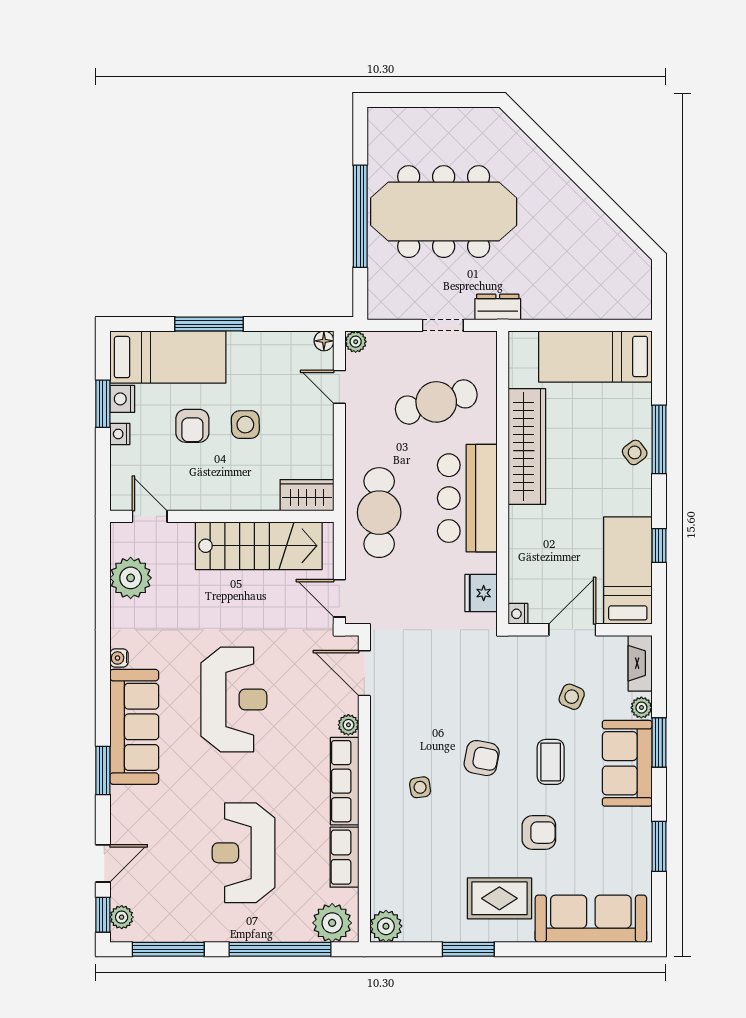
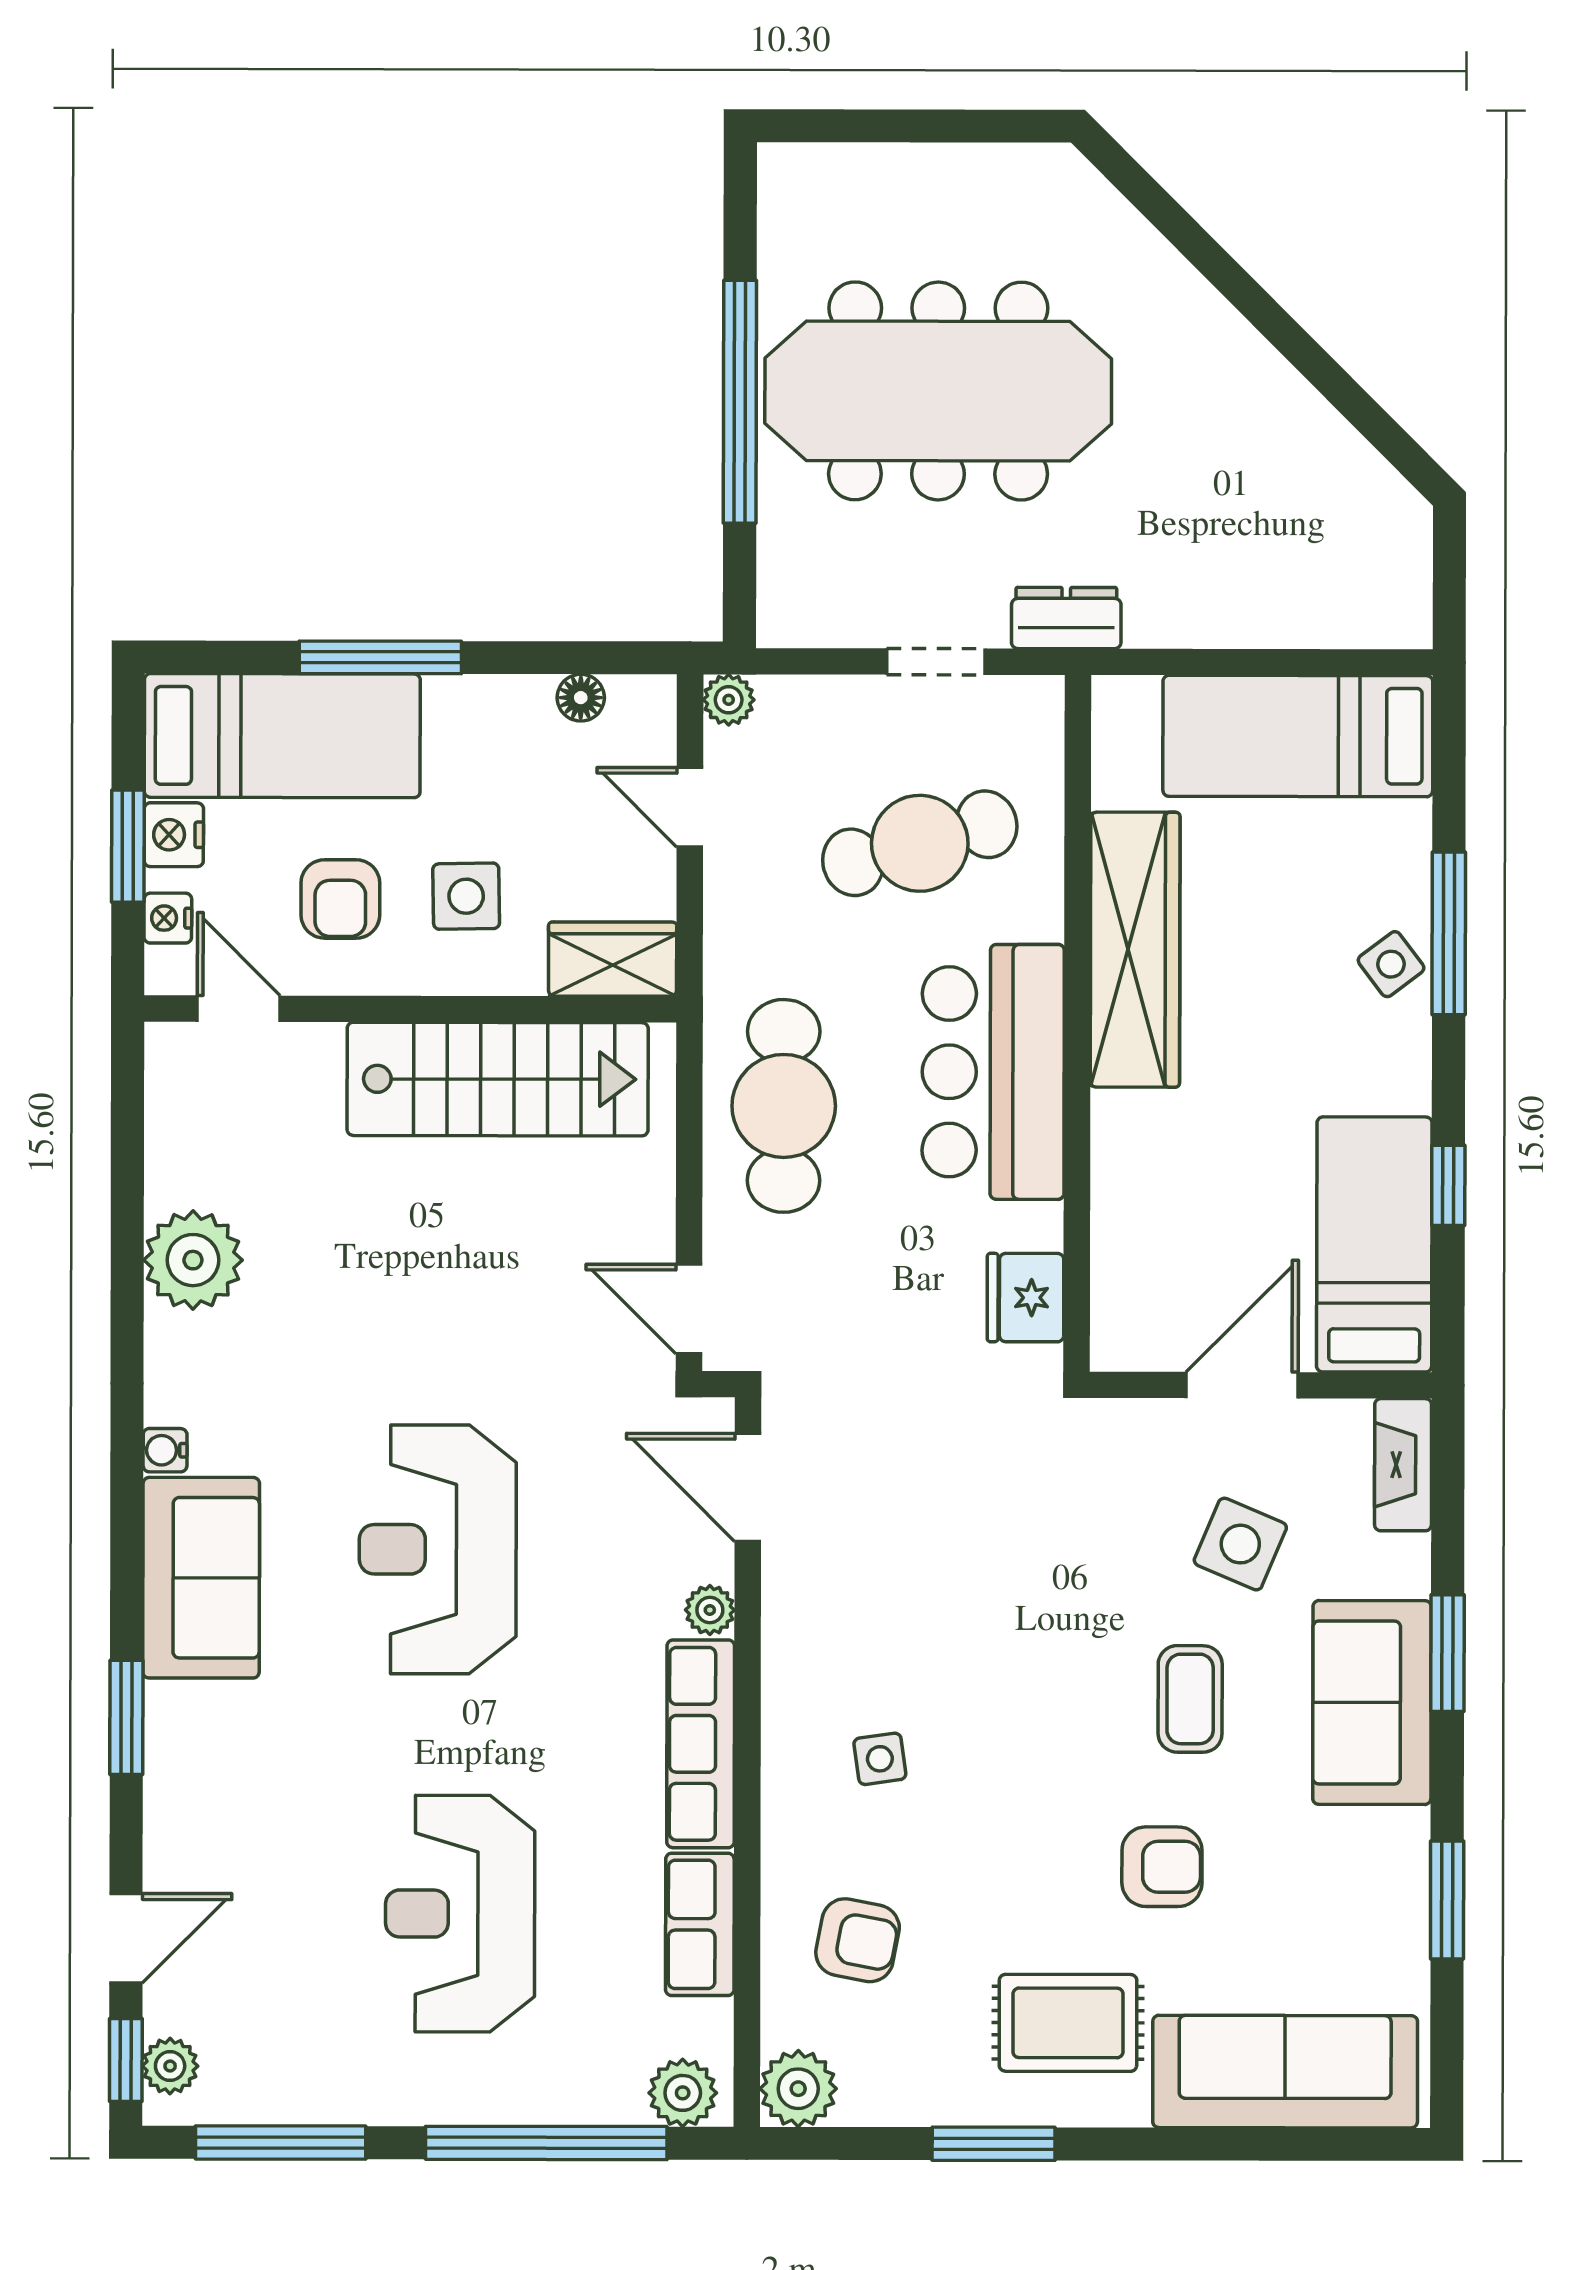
floor lamp: (324, 341) -> (581, 698), moved
wardrobe: (307, 495) -> (613, 959), moved
door: (150, 516) -> (239, 1009), moved
wall: (222, 516) -> (410, 1009), moved
stairs: (259, 546) -> (498, 1079), moved
nightstand: (518, 614) -> (1113, 1347), removed
side table: (572, 697) -> (1240, 1544), width x1.37, depth x1.37
reception desk: (234, 699) -> (438, 1549), turned 180
plant: (641, 708) -> (1406, 1570), removed
sofa: (134, 727) -> (201, 1578), width x0.73
armchair: (482, 758) -> (858, 1940), moved
plant: (332, 923) -> (683, 2093), width x0.73, depth x0.73

